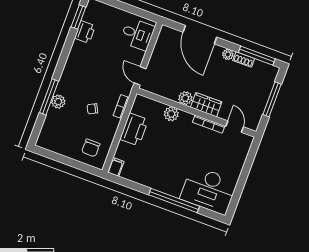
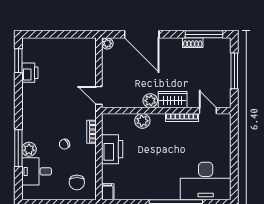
desk: (137, 34) -> (37, 171), moved, turned 180
plant: (228, 54) -> (107, 43), moved

